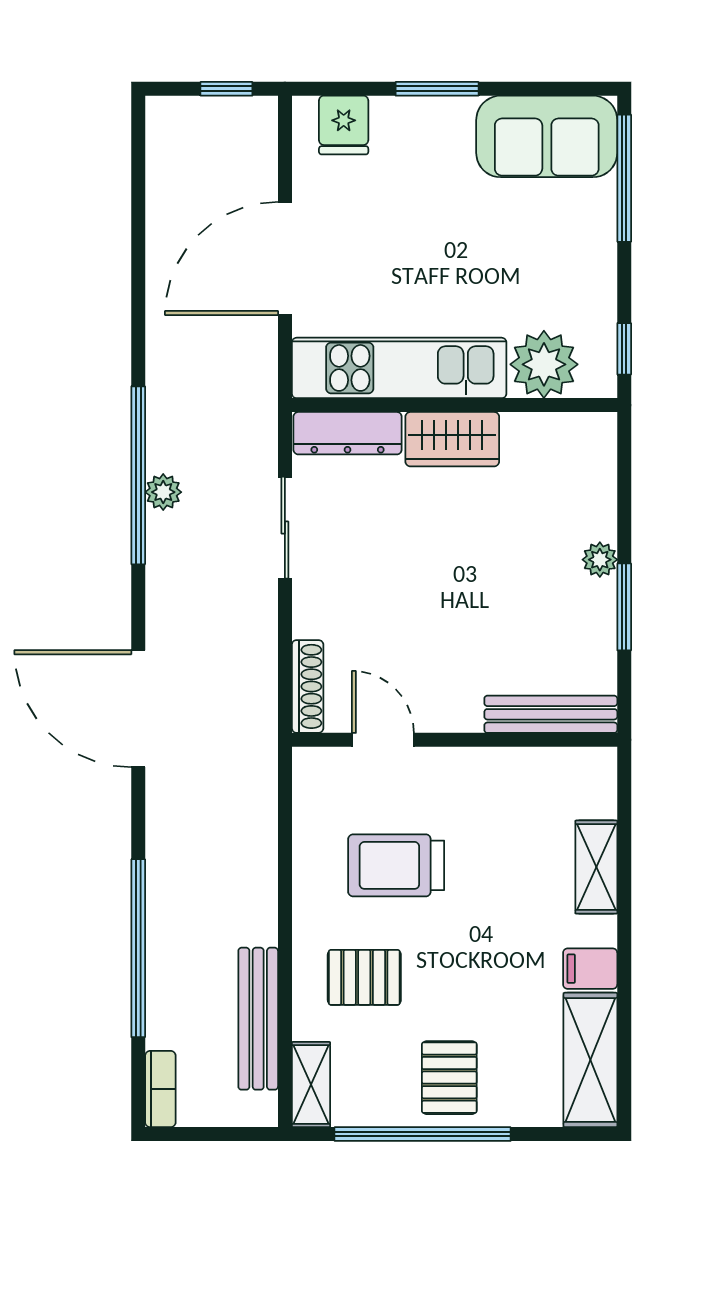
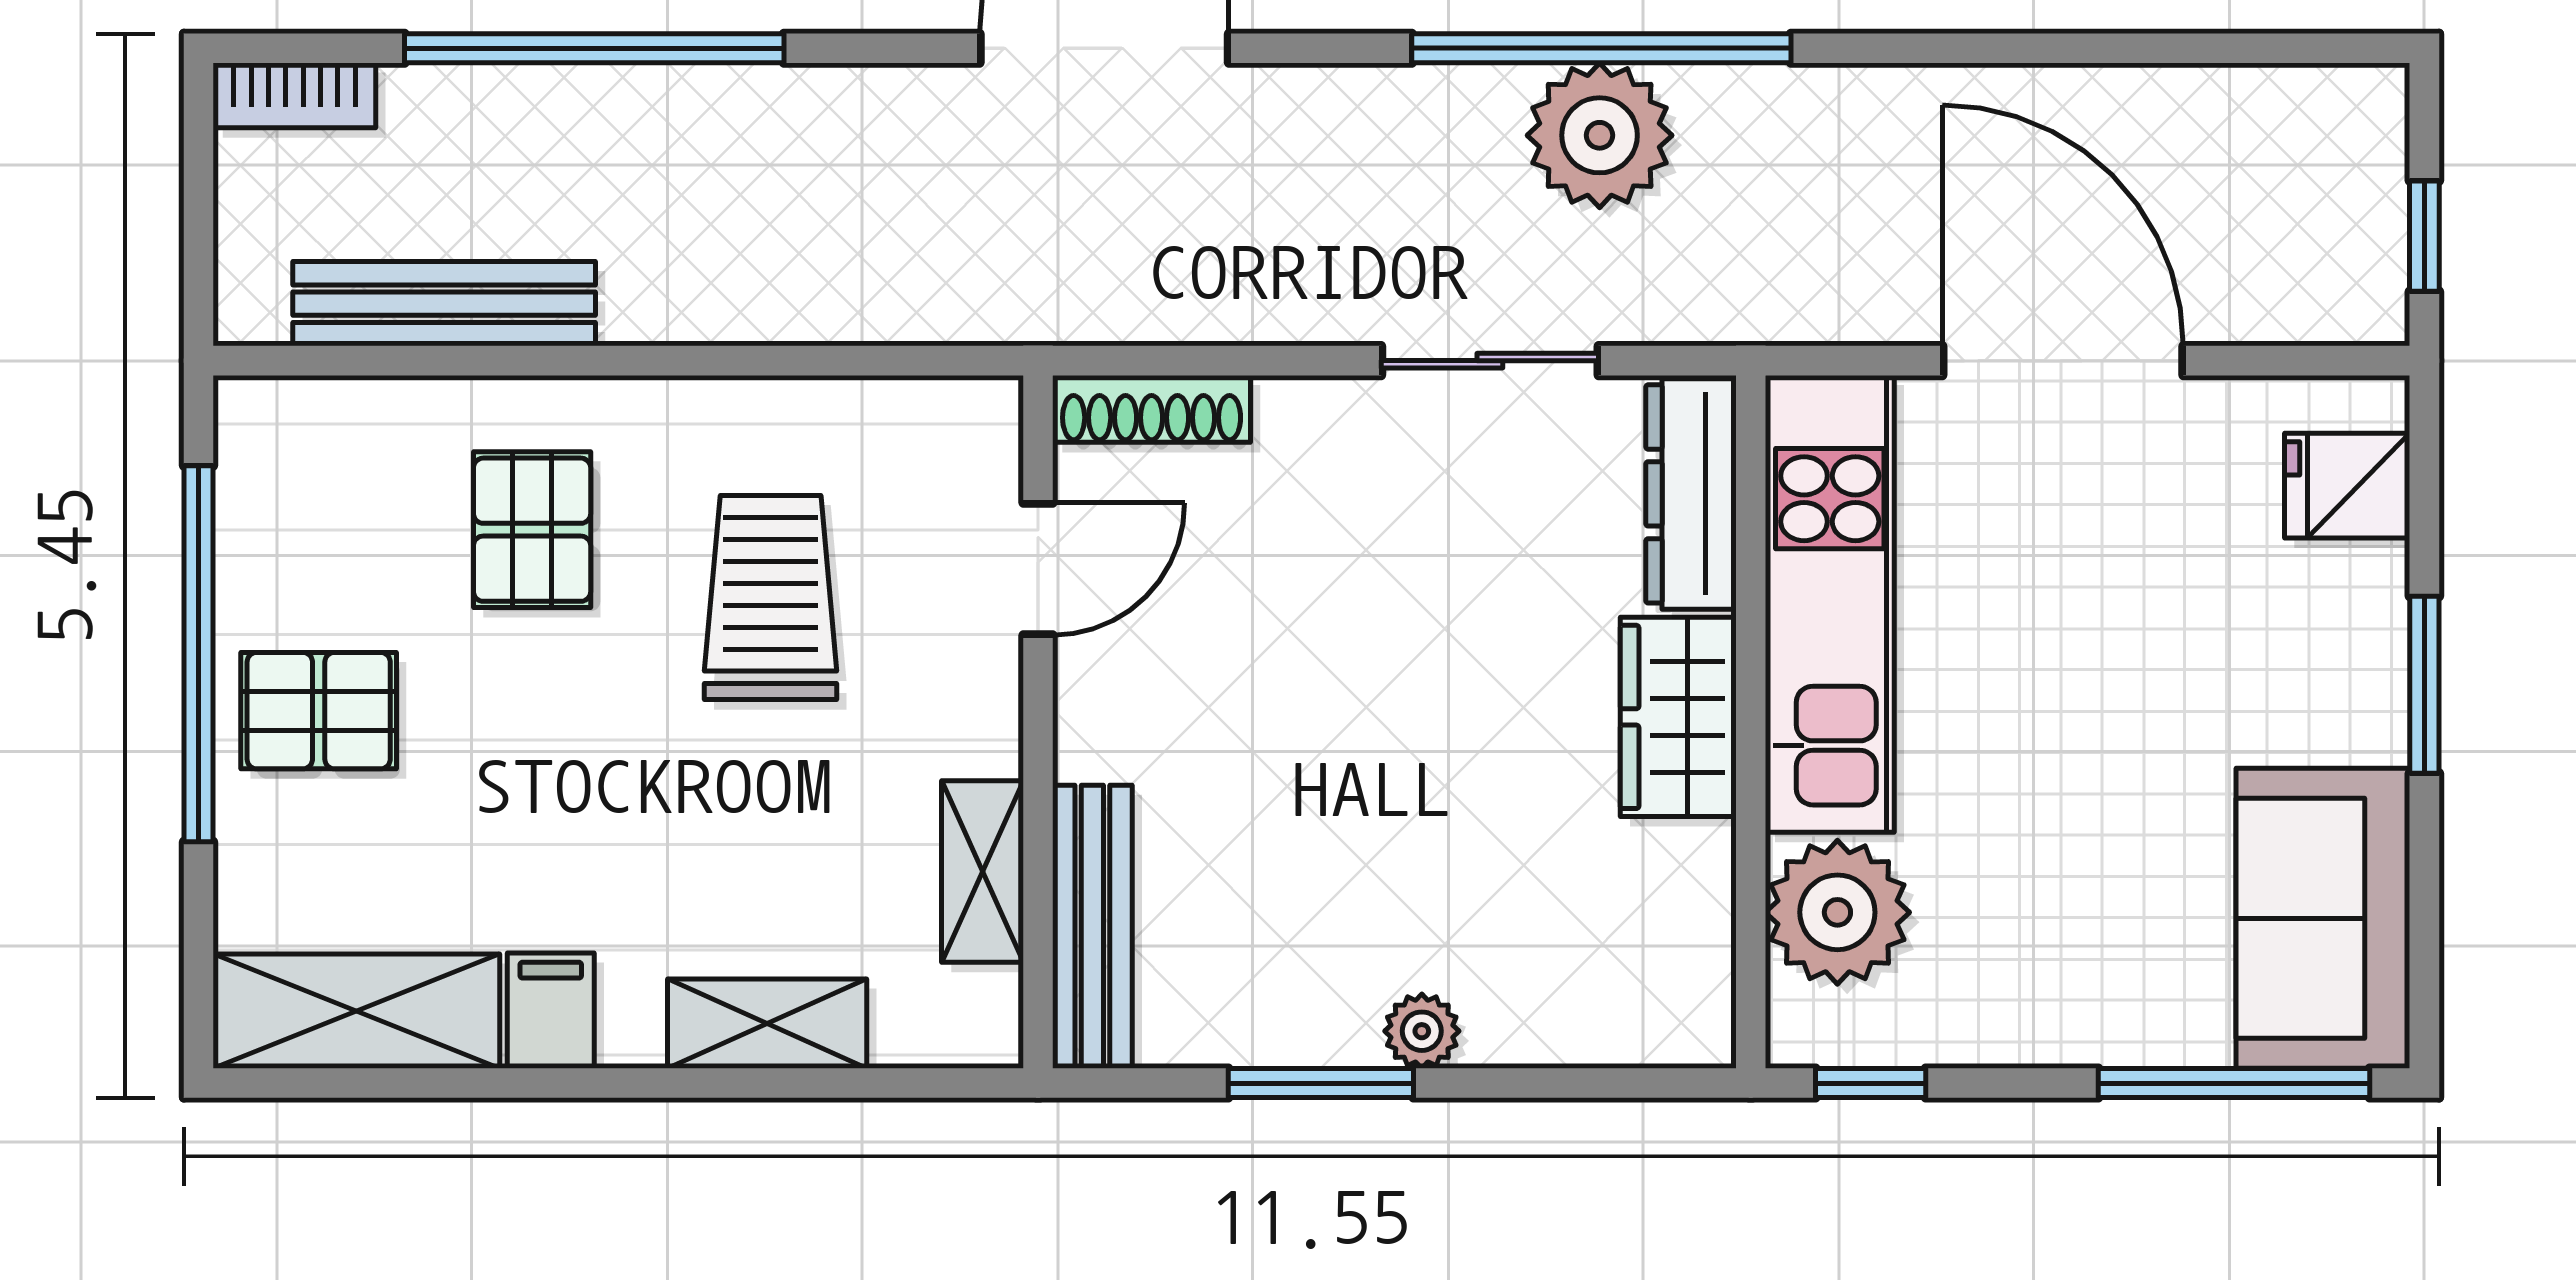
plant: (163, 492) -> (1600, 135), width x1.88, depth x1.88
shelving: (311, 1085) -> (983, 872), moved, turned 90

